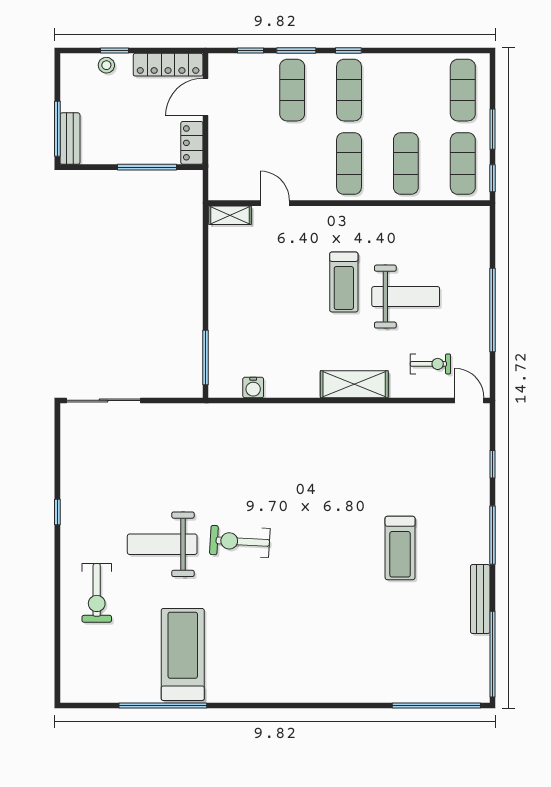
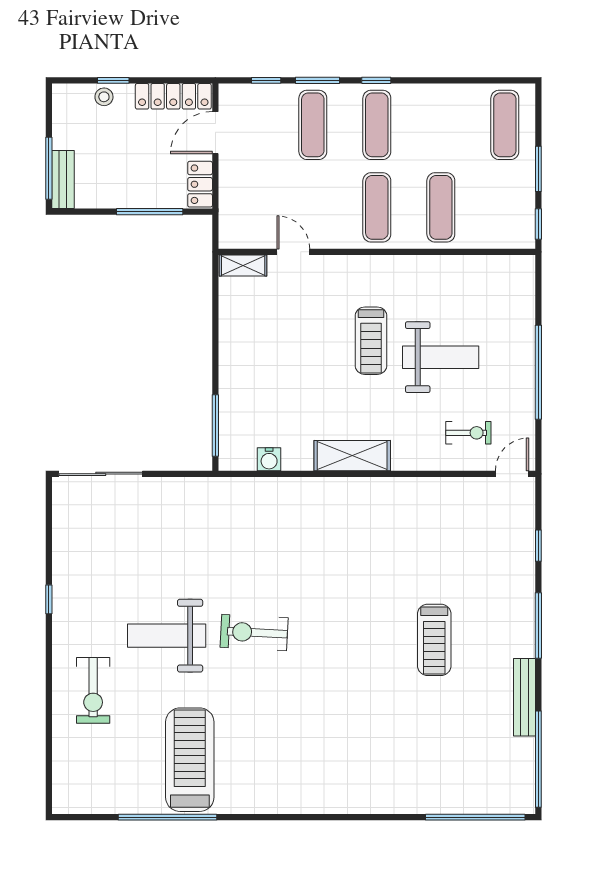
exercise mat: (463, 163) -> (505, 207), removed
shelving: (354, 384) -> (352, 456), moved
door: (469, 400) -> (512, 474), hinge flipped

